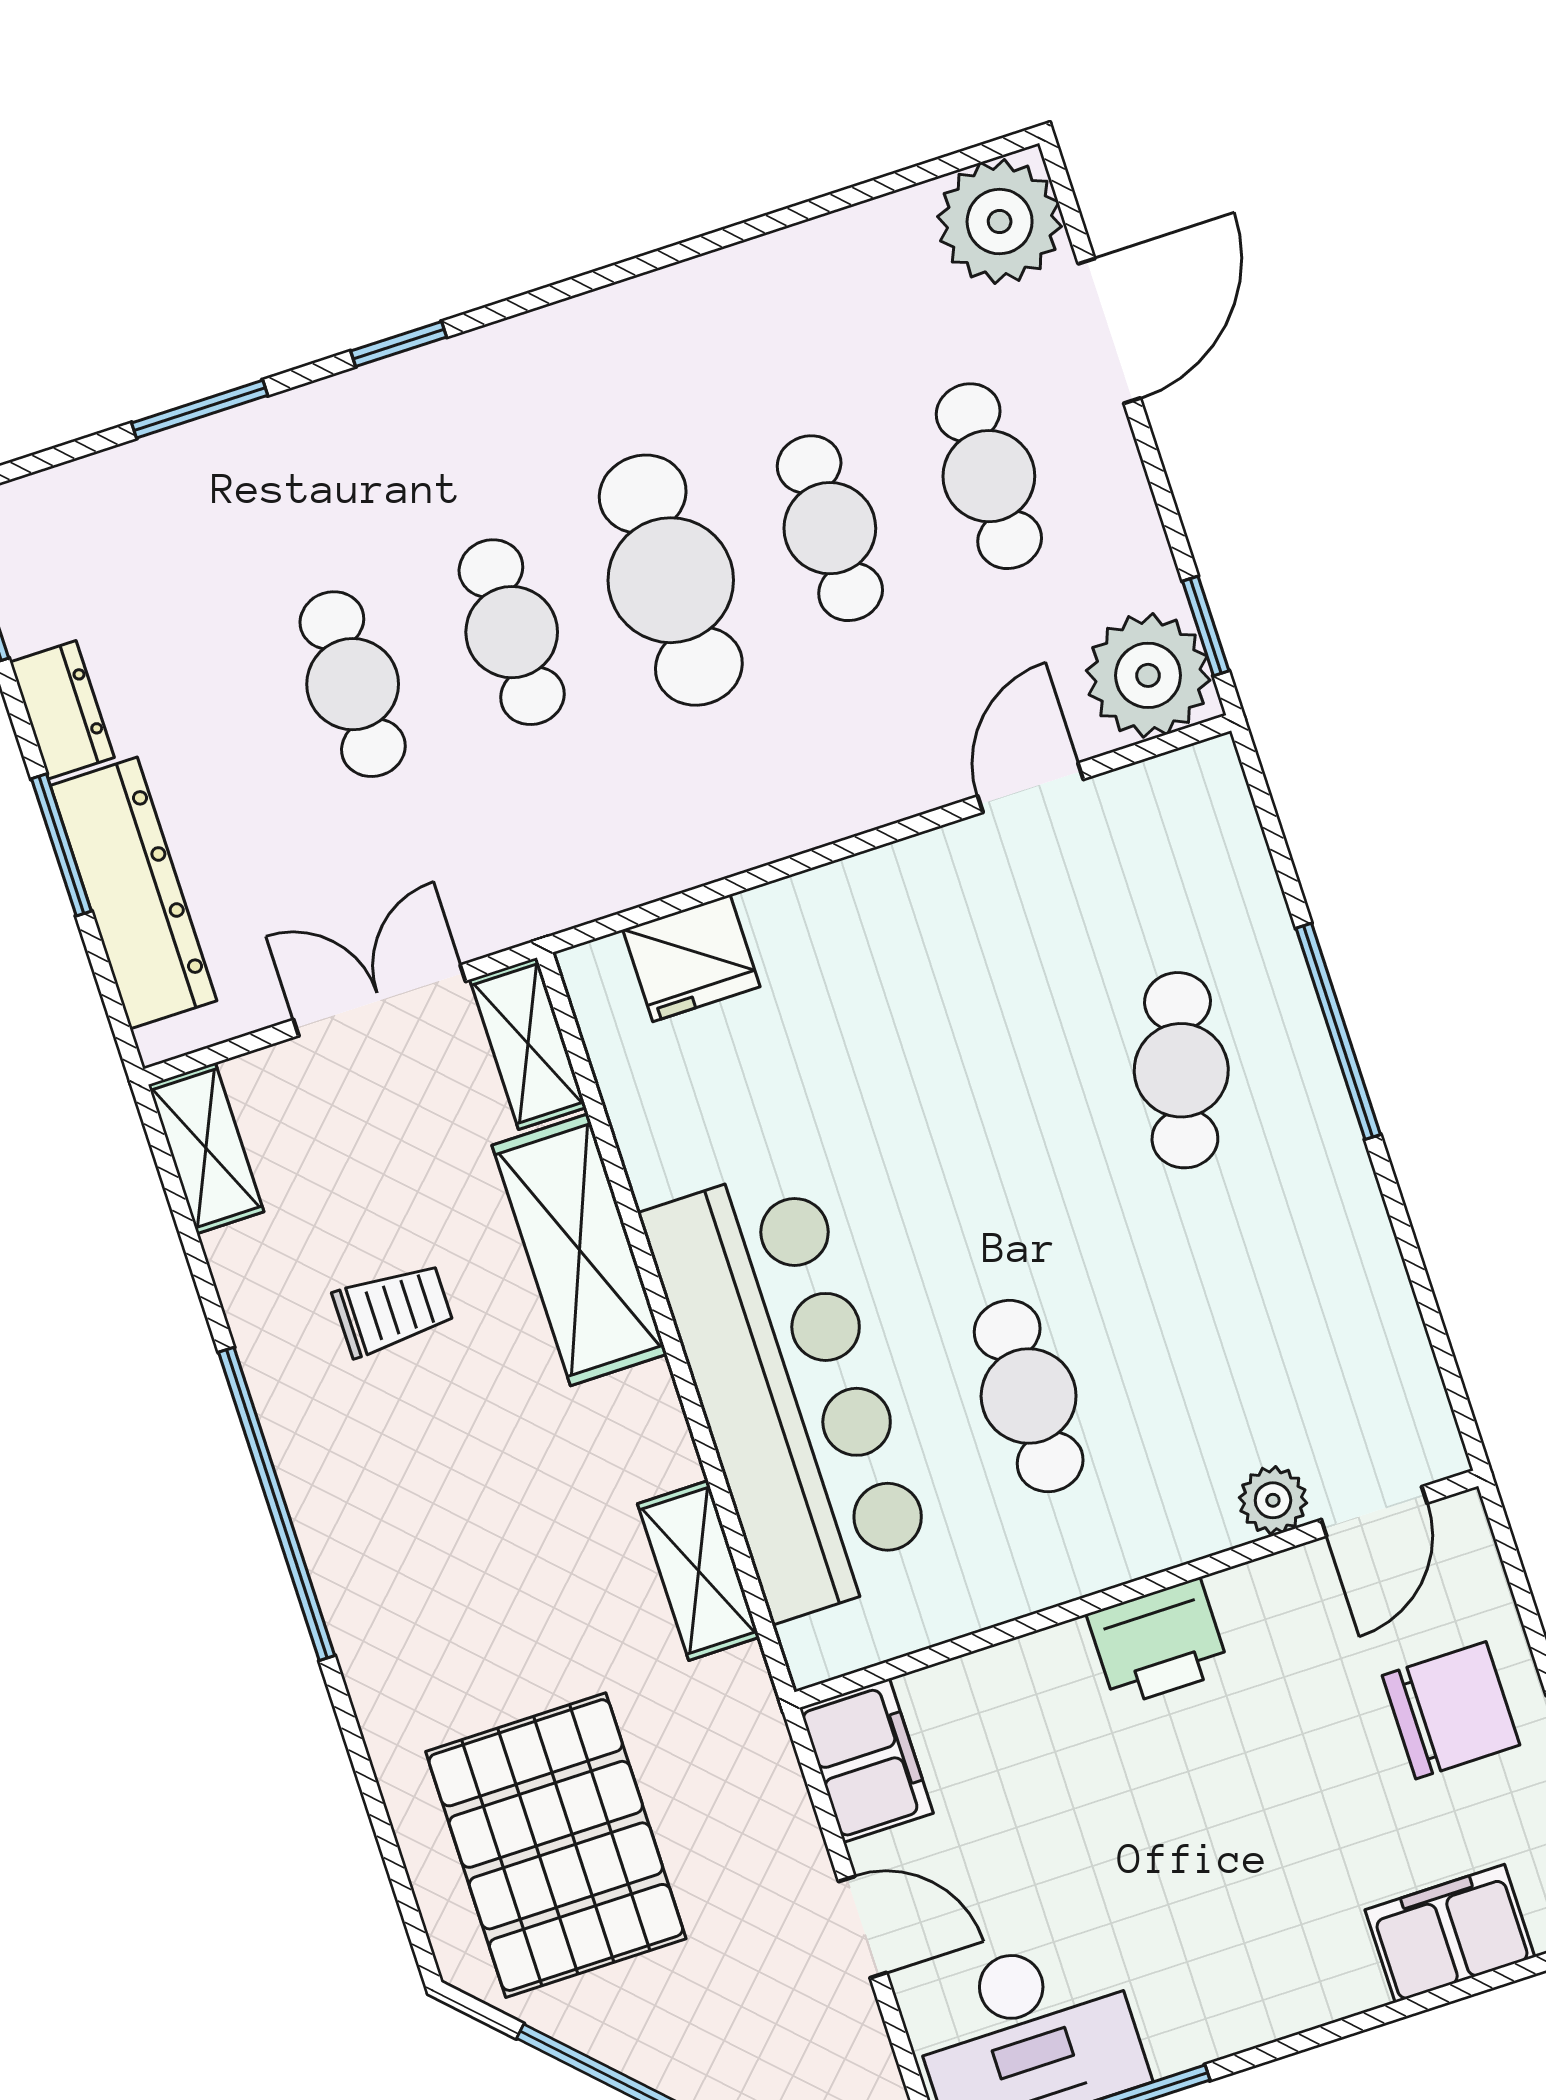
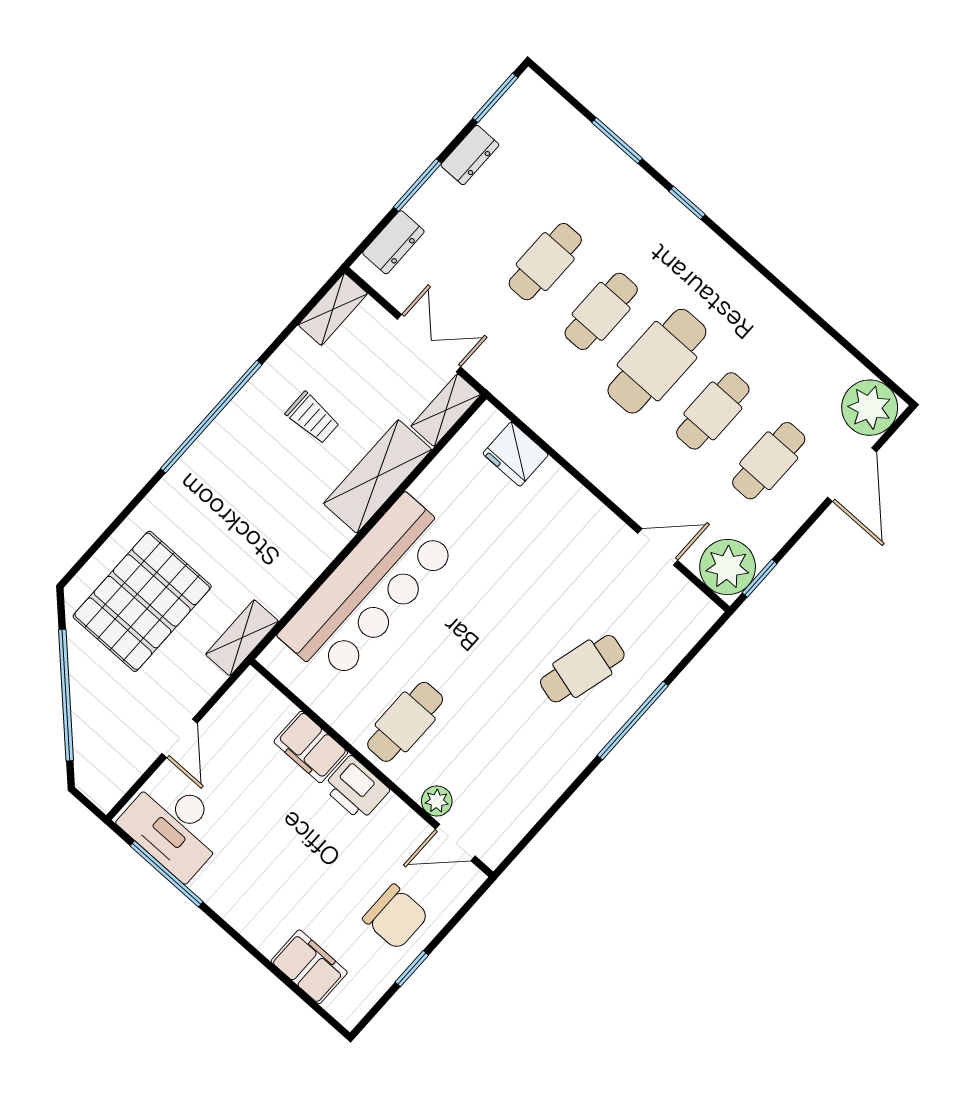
door: (1109, 331) -> (852, 475), hinge flipped
dresser: (134, 893) -> (393, 242), width x0.51, depth x0.80
cafe table: (1029, 1396) -> (405, 722), moved
shelving: (698, 1571) -> (242, 638), moved
filing cabinet: (866, 1761) -> (311, 747), moved, turned 90

